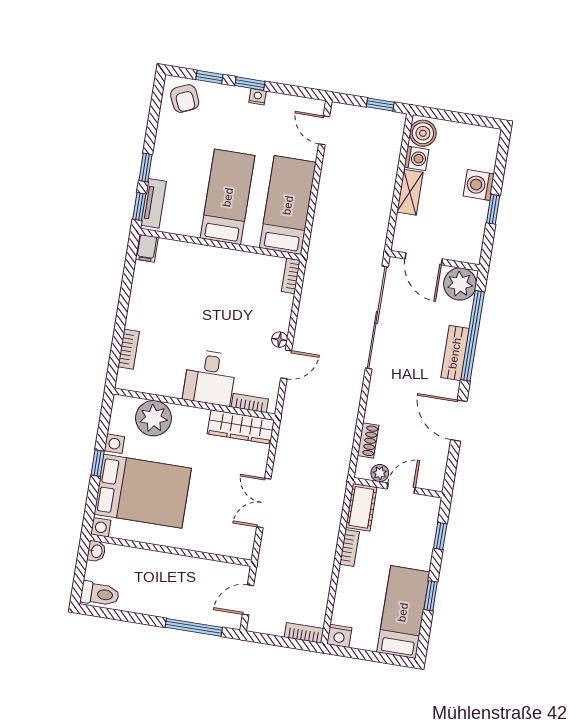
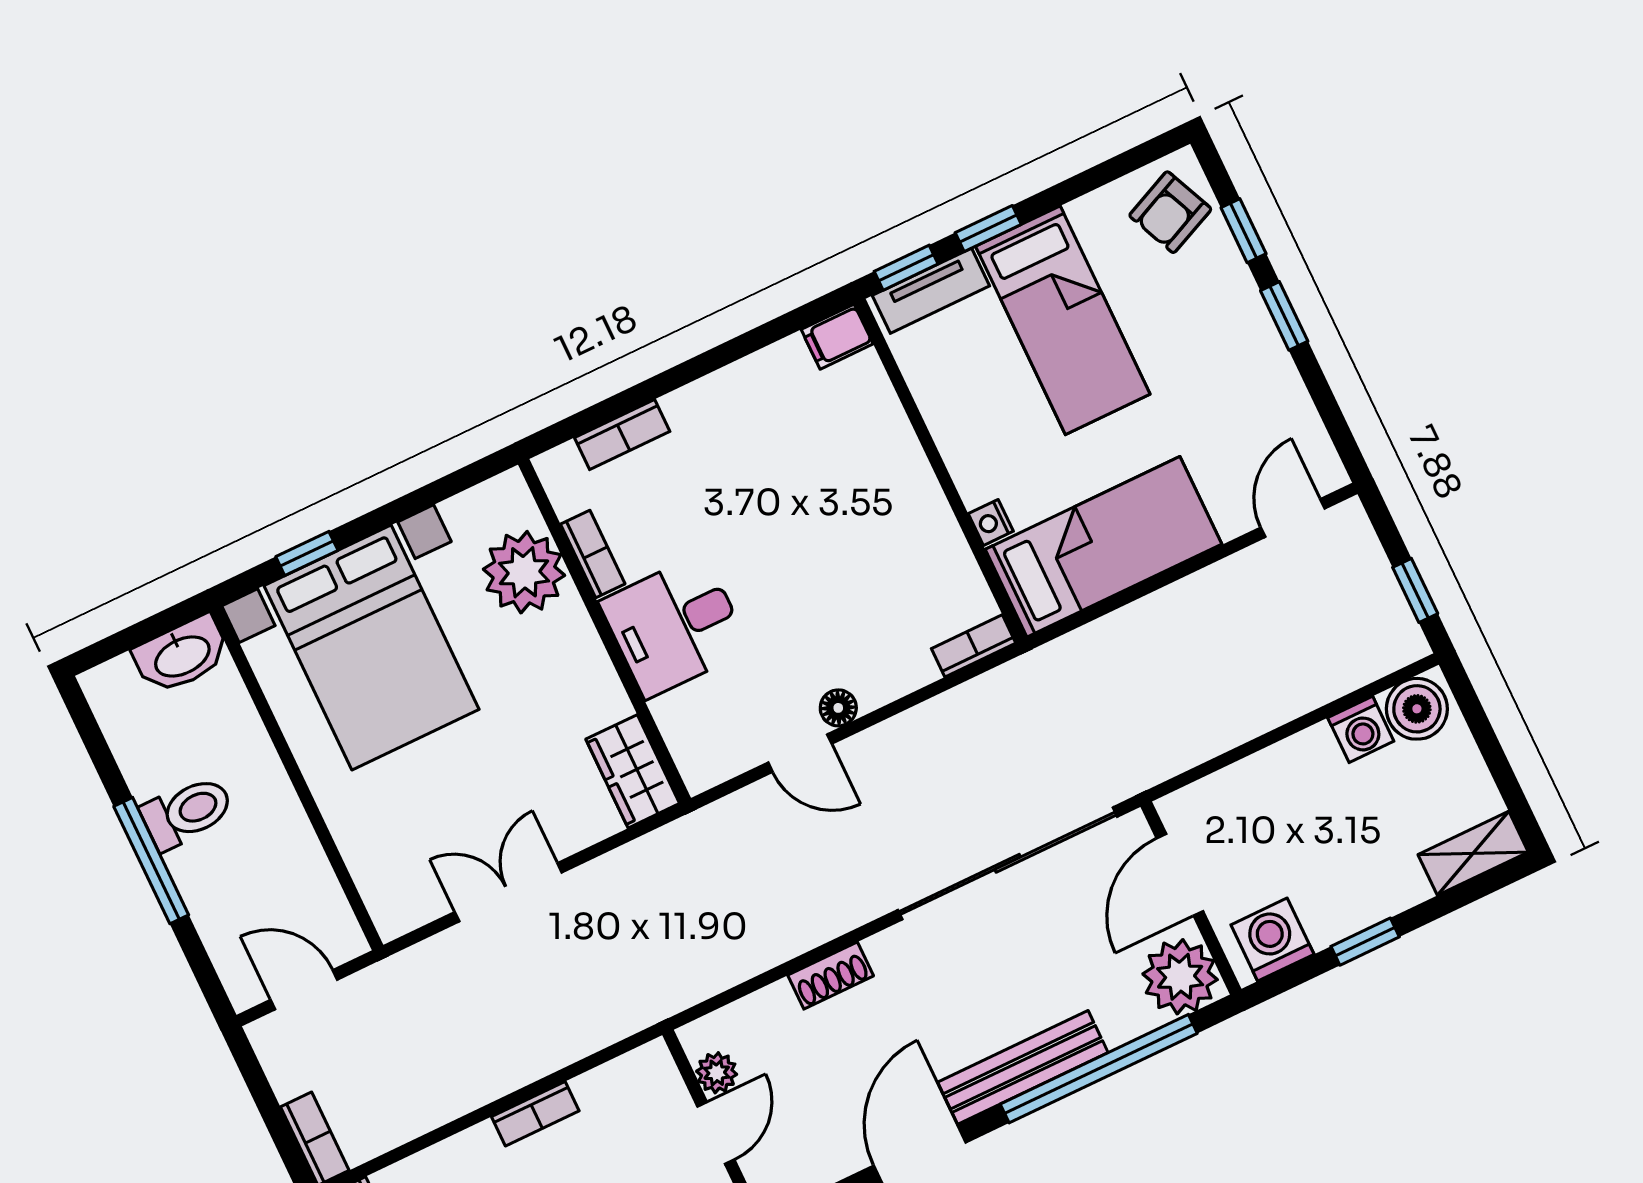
nightstand: (258, 97) -> (991, 522), moved, turned 180
washing machine: (479, 185) -> (1272, 940), moved
shelving: (410, 192) -> (1473, 853), moved
bed: (228, 197) -> (1063, 320), moved, turned 90
bench: (455, 353) -> (1023, 1067), width x1.36
bookcase: (250, 403) -> (593, 554), moved
wardrobe: (241, 427) -> (633, 771), width x0.67
shoe rack: (368, 440) -> (831, 976), moved
window: (98, 463) -> (307, 554), moved
door: (401, 488) -> (716, 1133), hinge flipped
cot: (361, 507) -> (628, 1083), removed
washbasin: (96, 551) -> (182, 655), width x1.91, depth x1.45
toilet: (100, 594) -> (187, 812), moved, turned -90
window: (194, 627) -> (151, 861), moved

